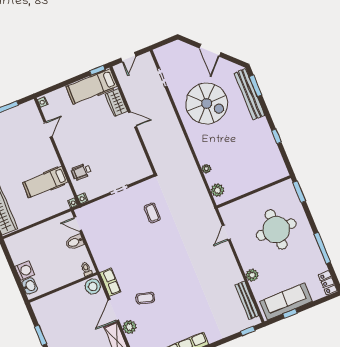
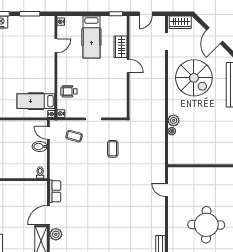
wardrobe: (168, 51) -> (180, 22), added
hospital bed: (92, 87) -> (91, 37), moved, turned -90
hospital bed: (45, 182) -> (36, 101), moved
plant: (217, 190) -> (174, 120), moved
round table: (276, 229) -> (206, 225), moved
door: (226, 233) -> (166, 190), hinge flipped
plant: (252, 275) -> (173, 233), removed
stool: (93, 287) -> (40, 189), removed
coffee table: (145, 298) -> (74, 136), moved

